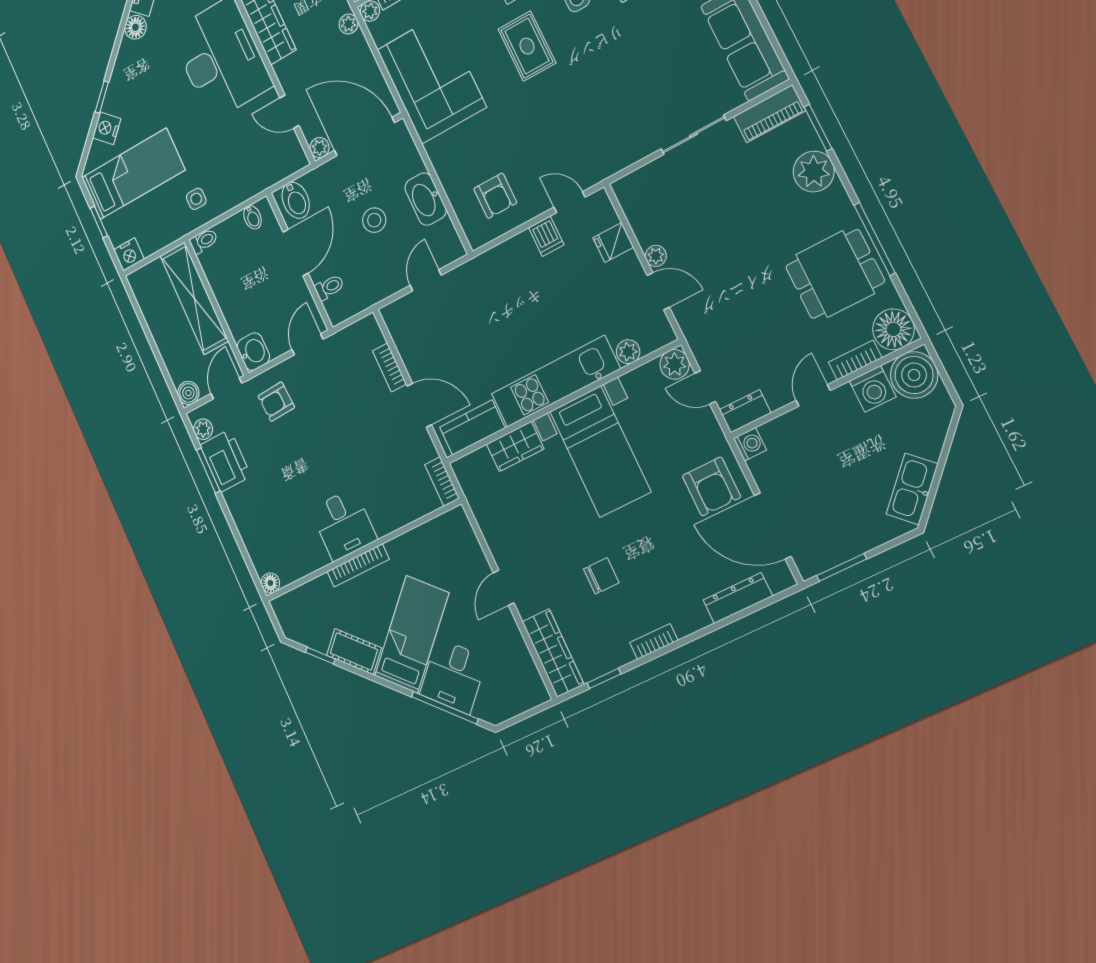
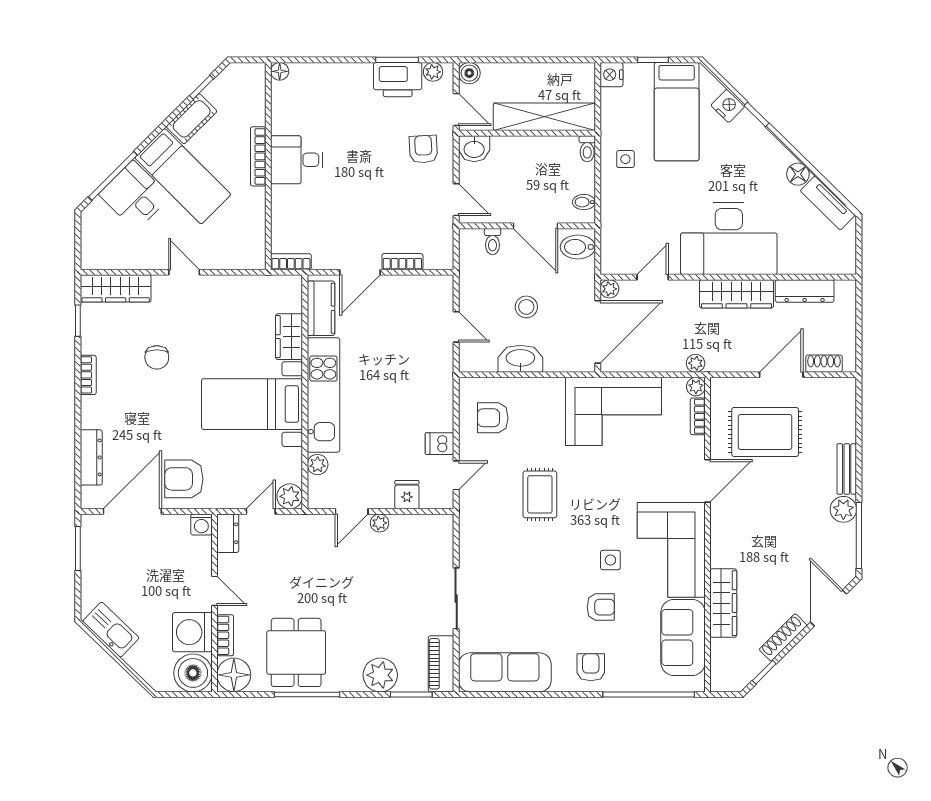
rug: (527, 46) -> (540, 494), moved, turned 90
washing machine: (873, 389) -> (192, 632), width x1.37, depth x1.37

